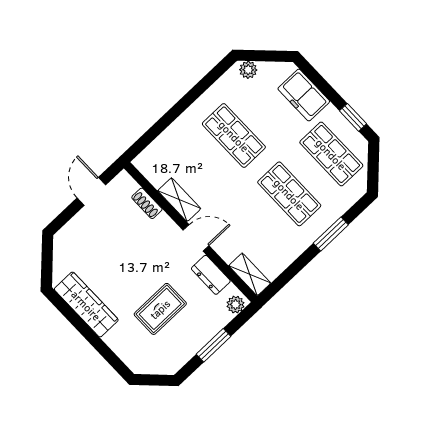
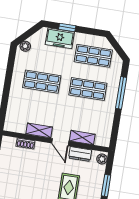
window: (353, 117) -> (67, 27), moved
window: (331, 234) -> (121, 93), width x1.44
door: (196, 238) -> (60, 142), swing flipped
shelving: (250, 274) -> (82, 138), moved

